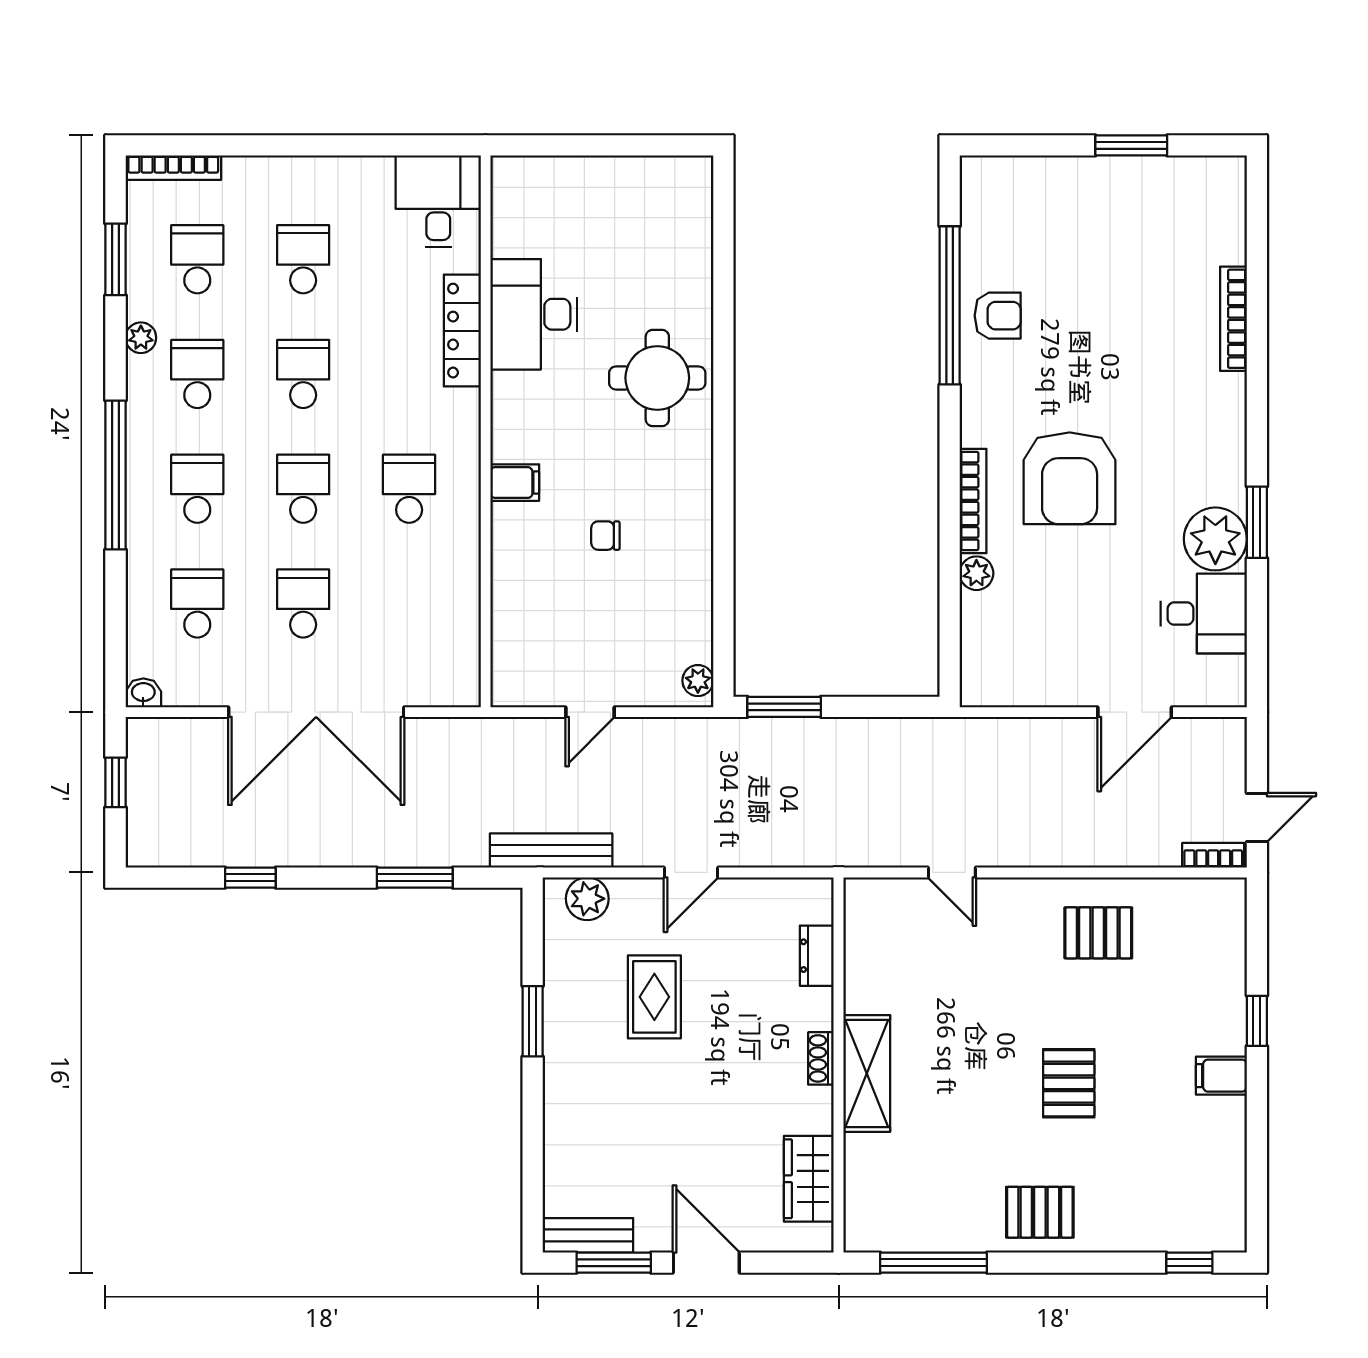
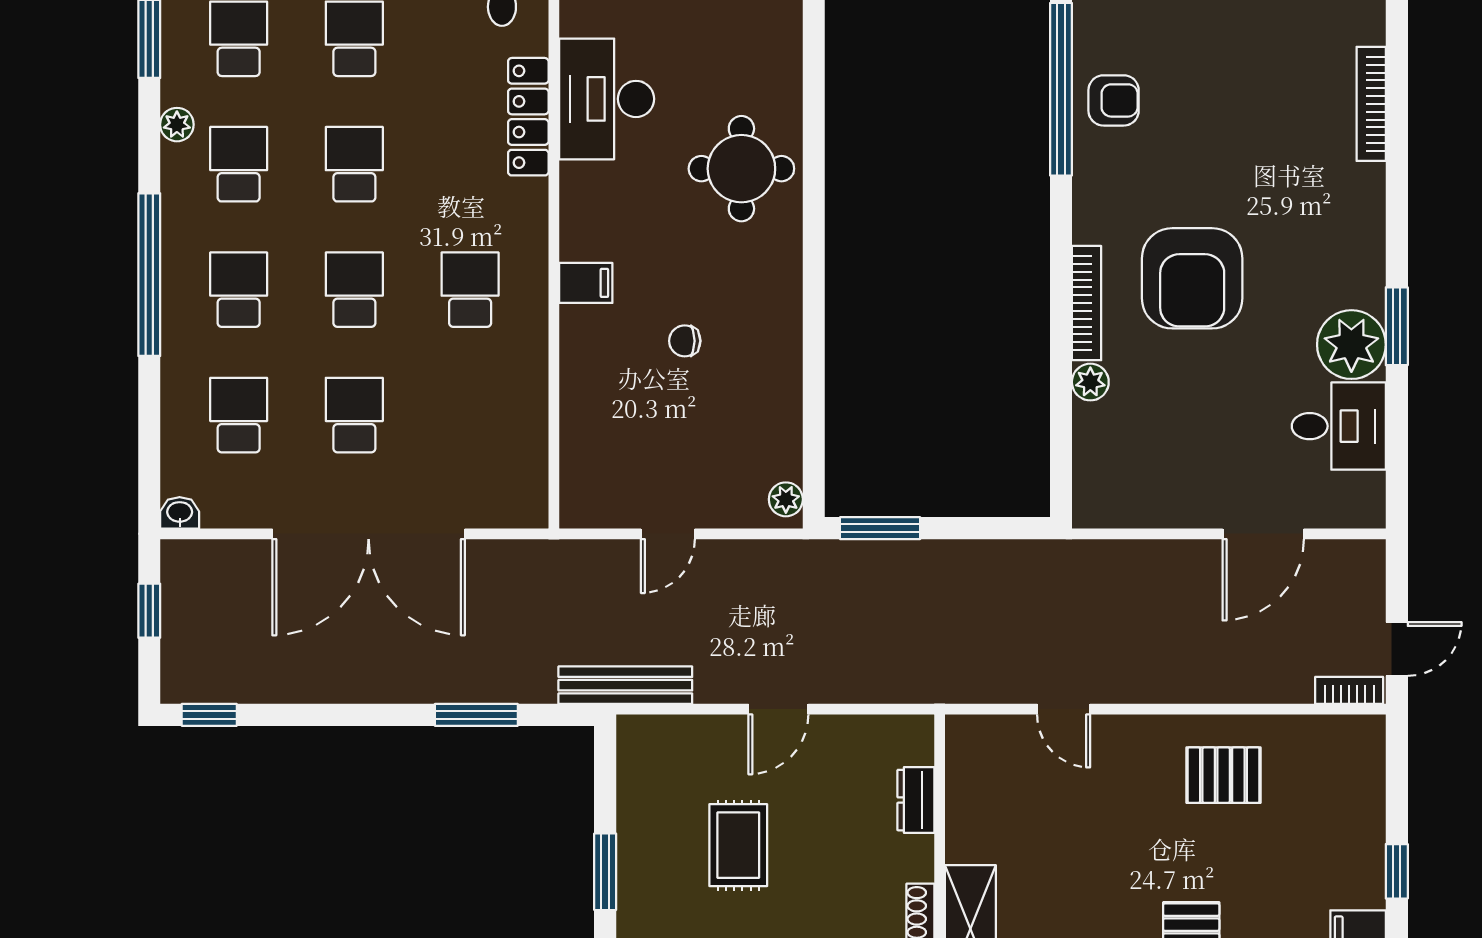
window: (250, 878) -> (209, 715), moved
plant: (587, 899) -> (665, 738), removed

